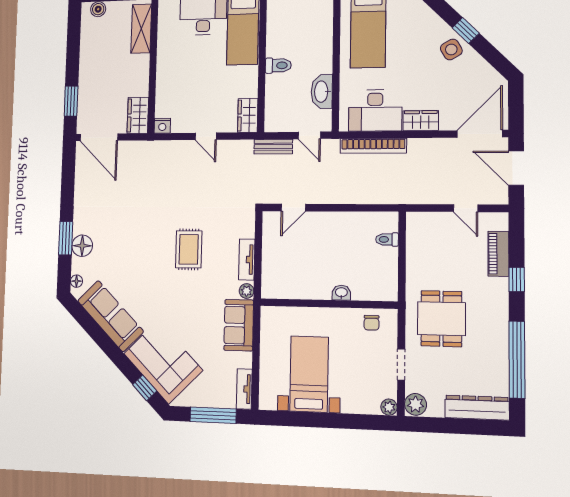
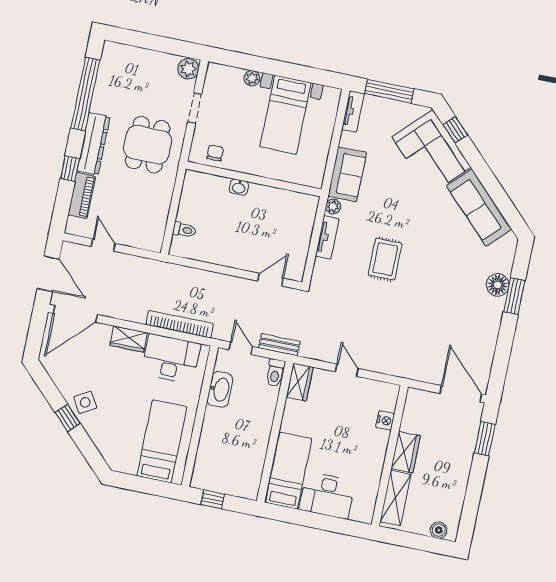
toilet: (278, 65) -> (275, 373), moved, turned -90
wardrobe: (138, 115) -> (406, 452), moved
nightstand: (162, 126) -> (385, 421), moved, turned 90
floor lamp: (77, 281) -> (510, 250), removed
plant: (389, 407) -> (252, 78), moved
dresser: (477, 408) -> (94, 144), moved, turned -90

